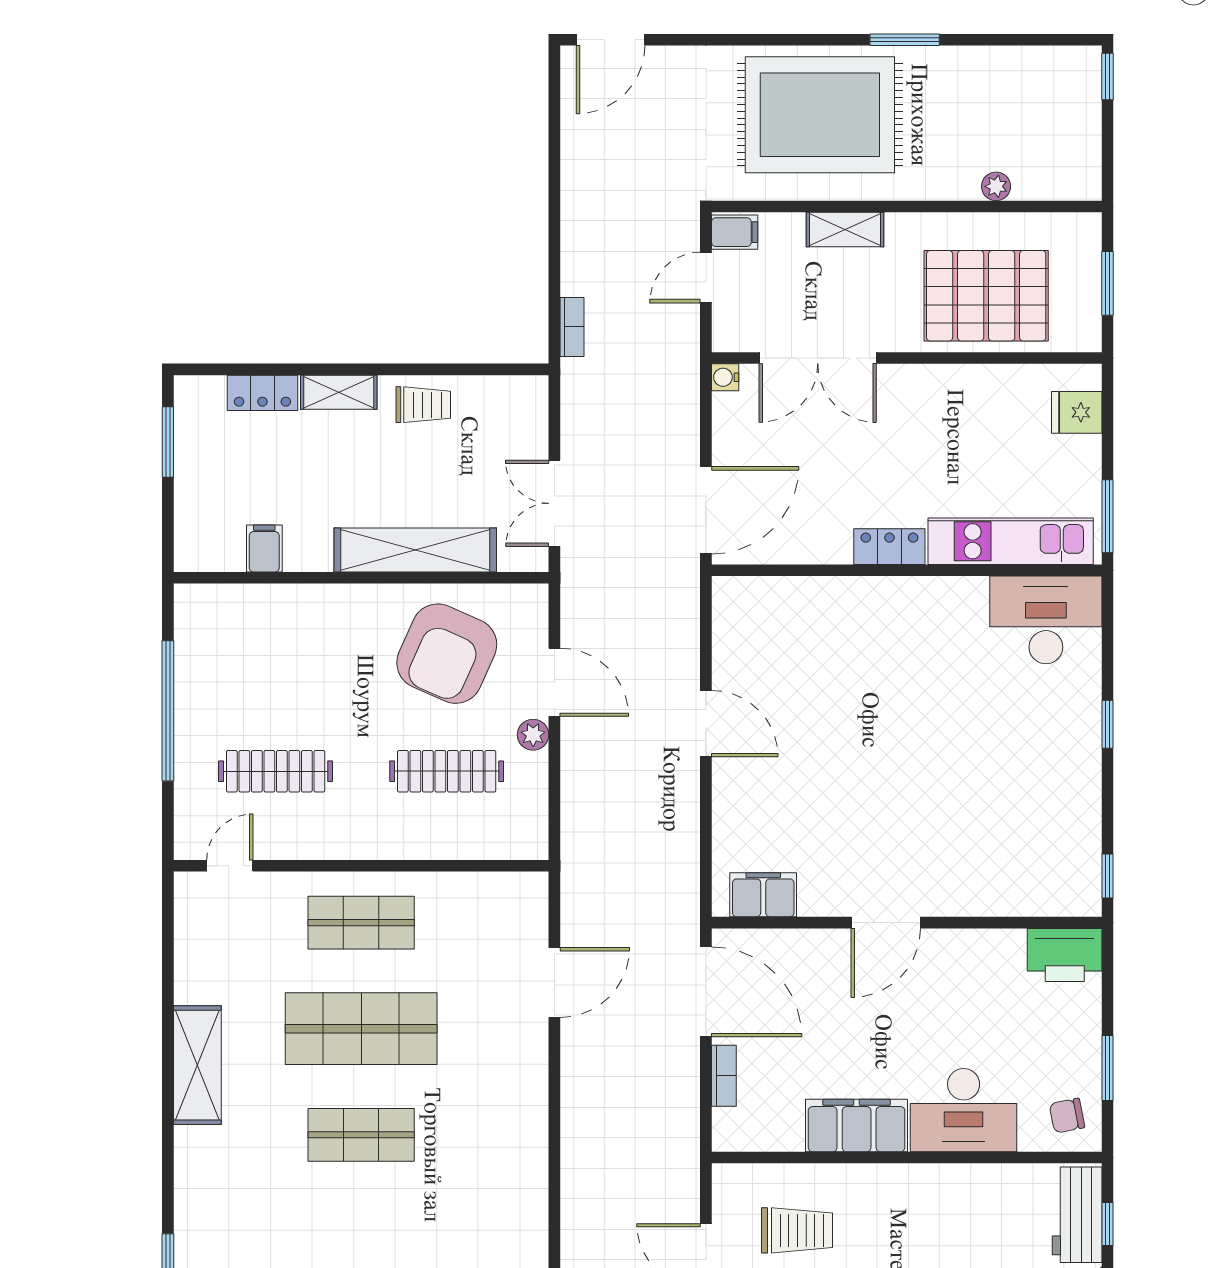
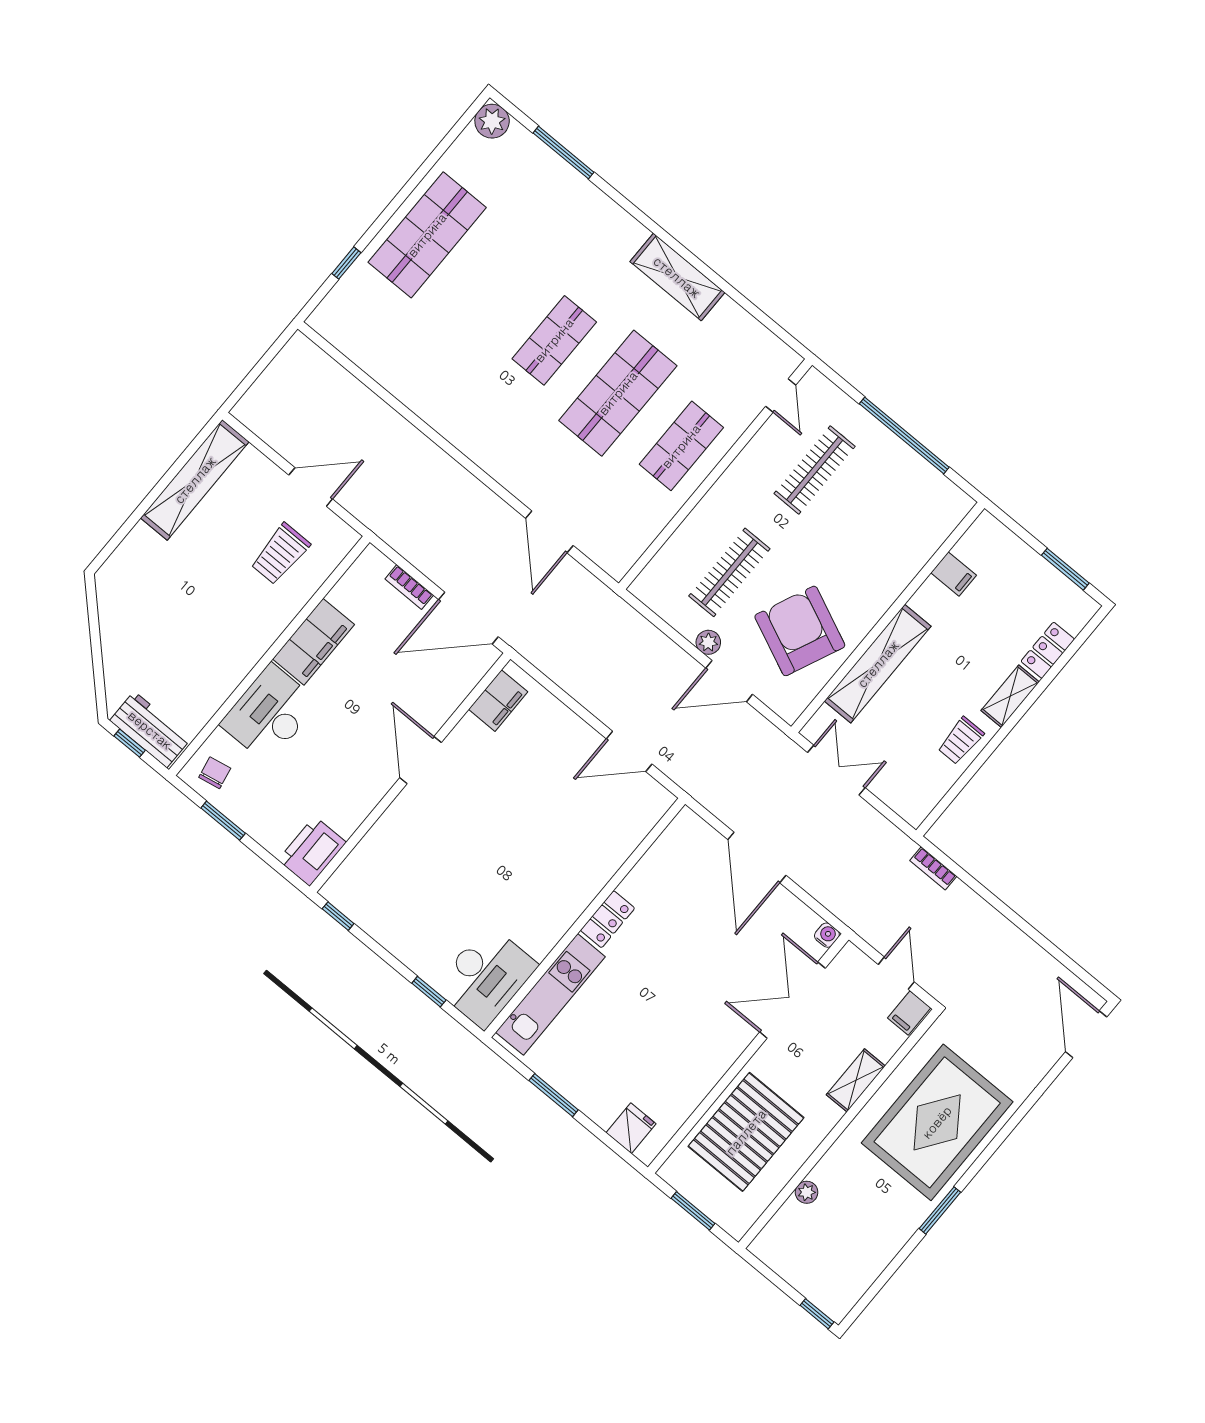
kitchen unit: (1011, 541) -> (550, 994), moved
locker: (889, 547) -> (608, 919), moved
wall: (907, 570) -> (585, 918), moved
desk: (1046, 620) -> (486, 976), moved

